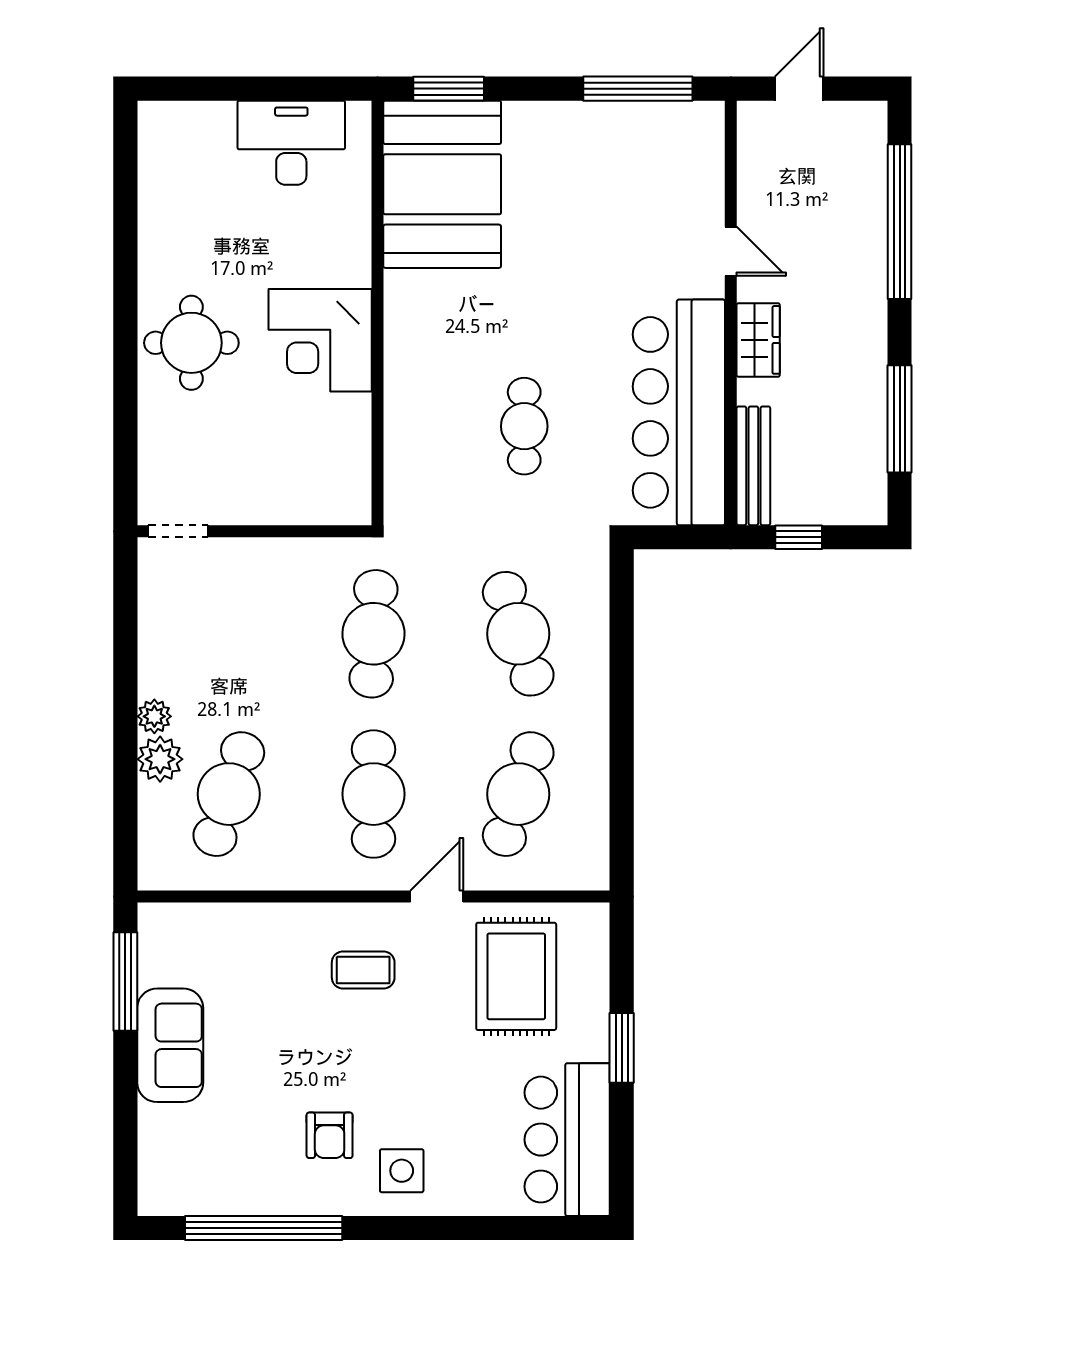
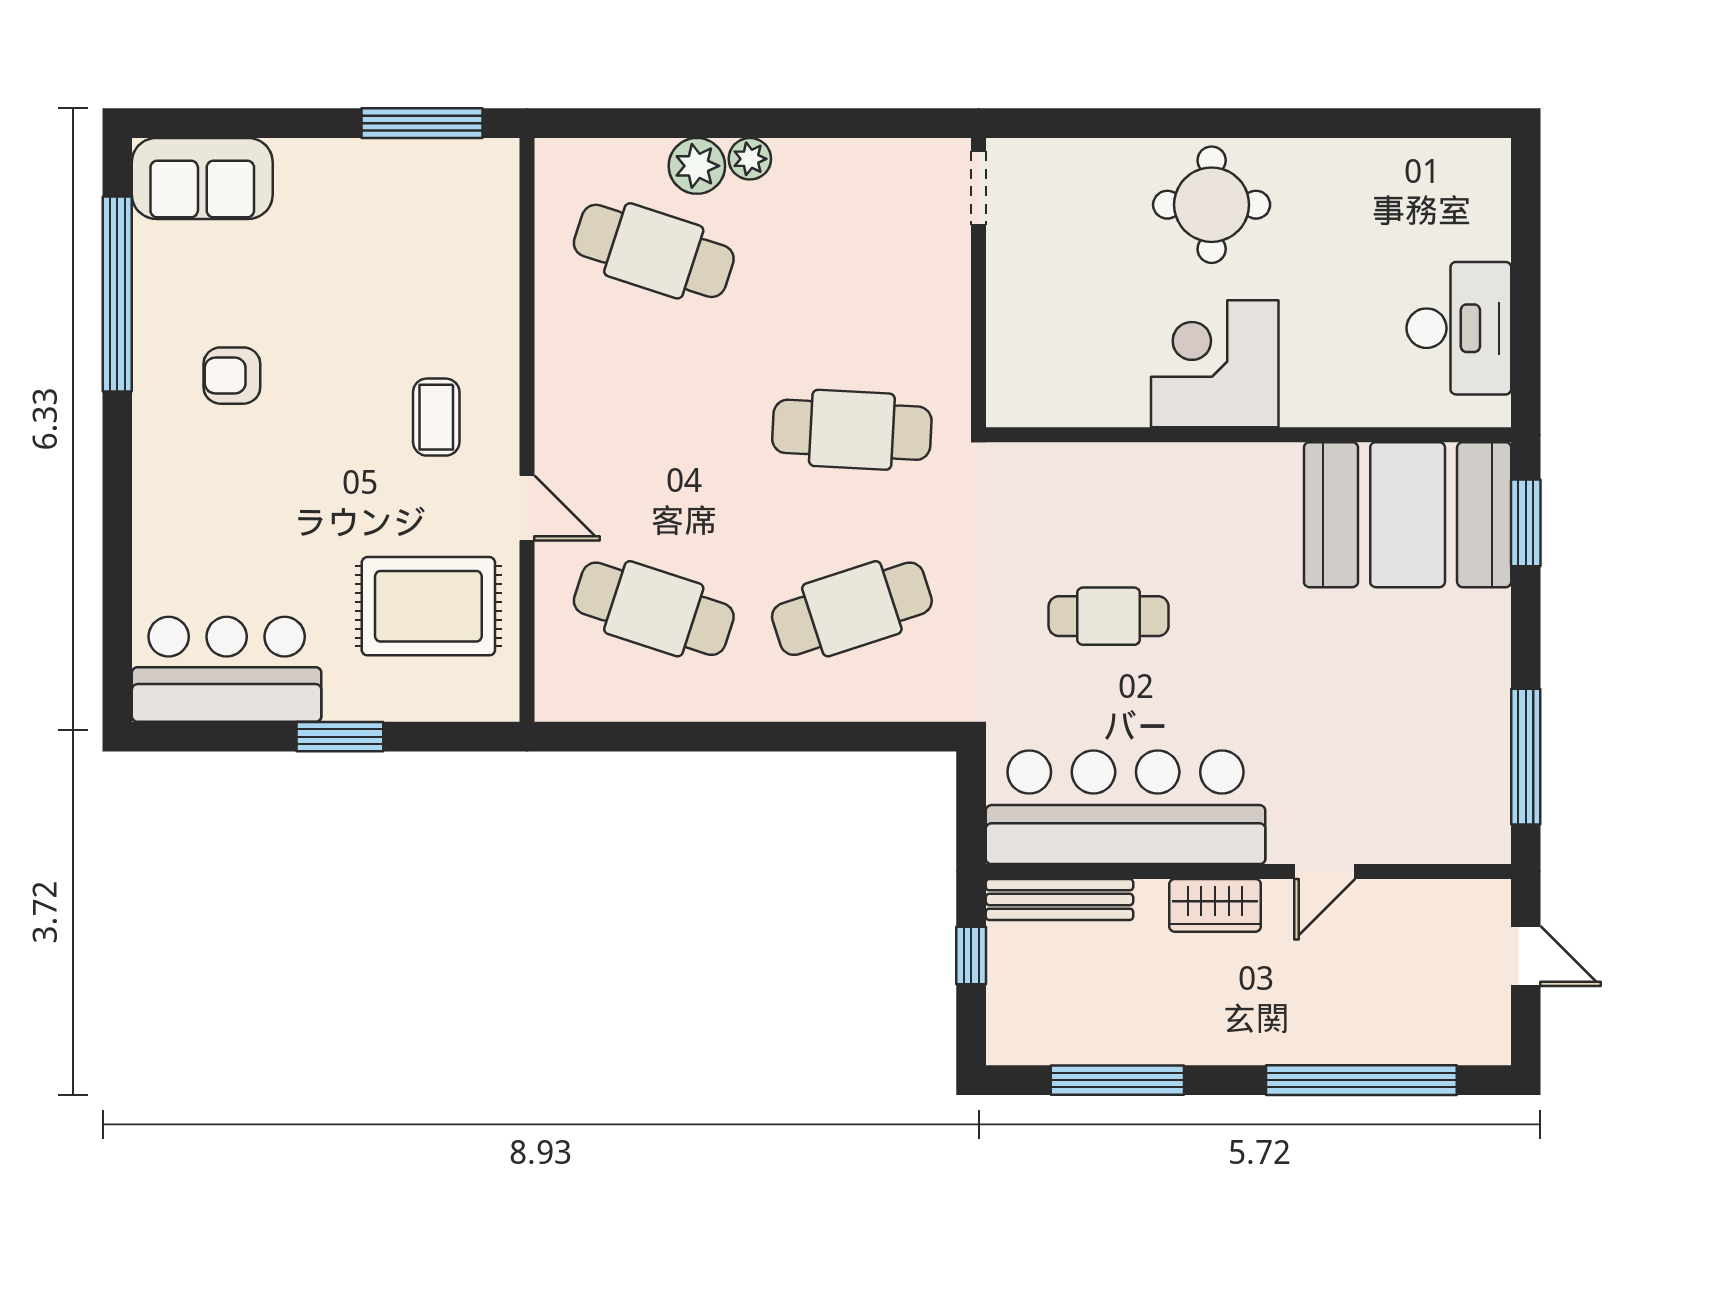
cafe table: (374, 794) -> (654, 430), removed
sofa: (170, 1045) -> (202, 178), moved
side table: (402, 1171) -> (188, 465), removed

